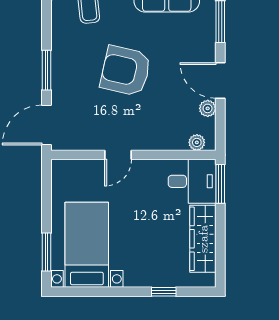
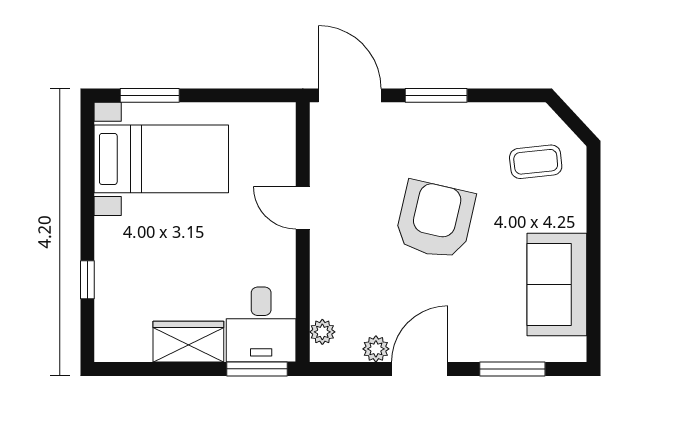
wardrobe: (203, 239) -> (188, 342), width x0.67

